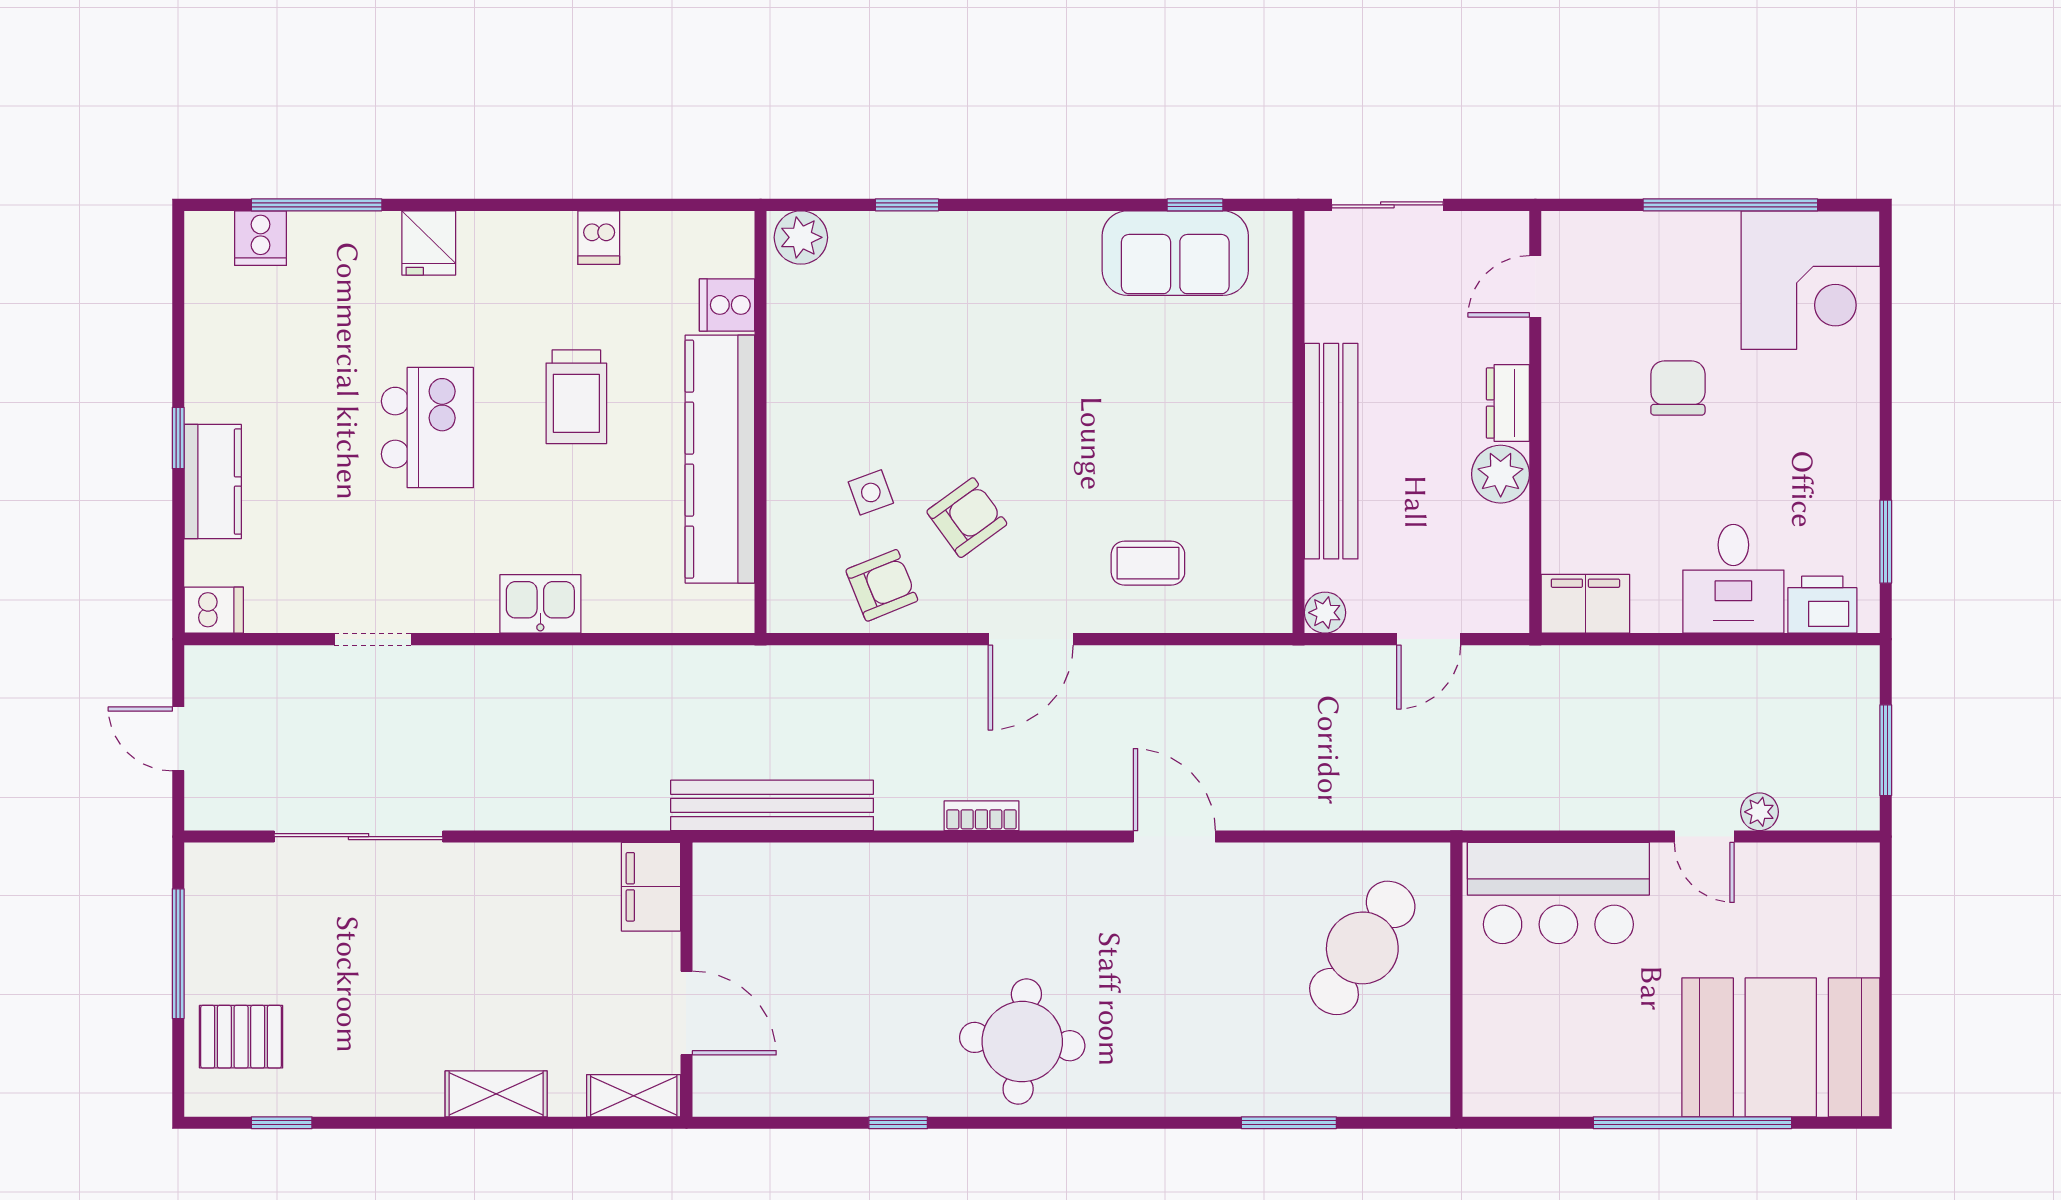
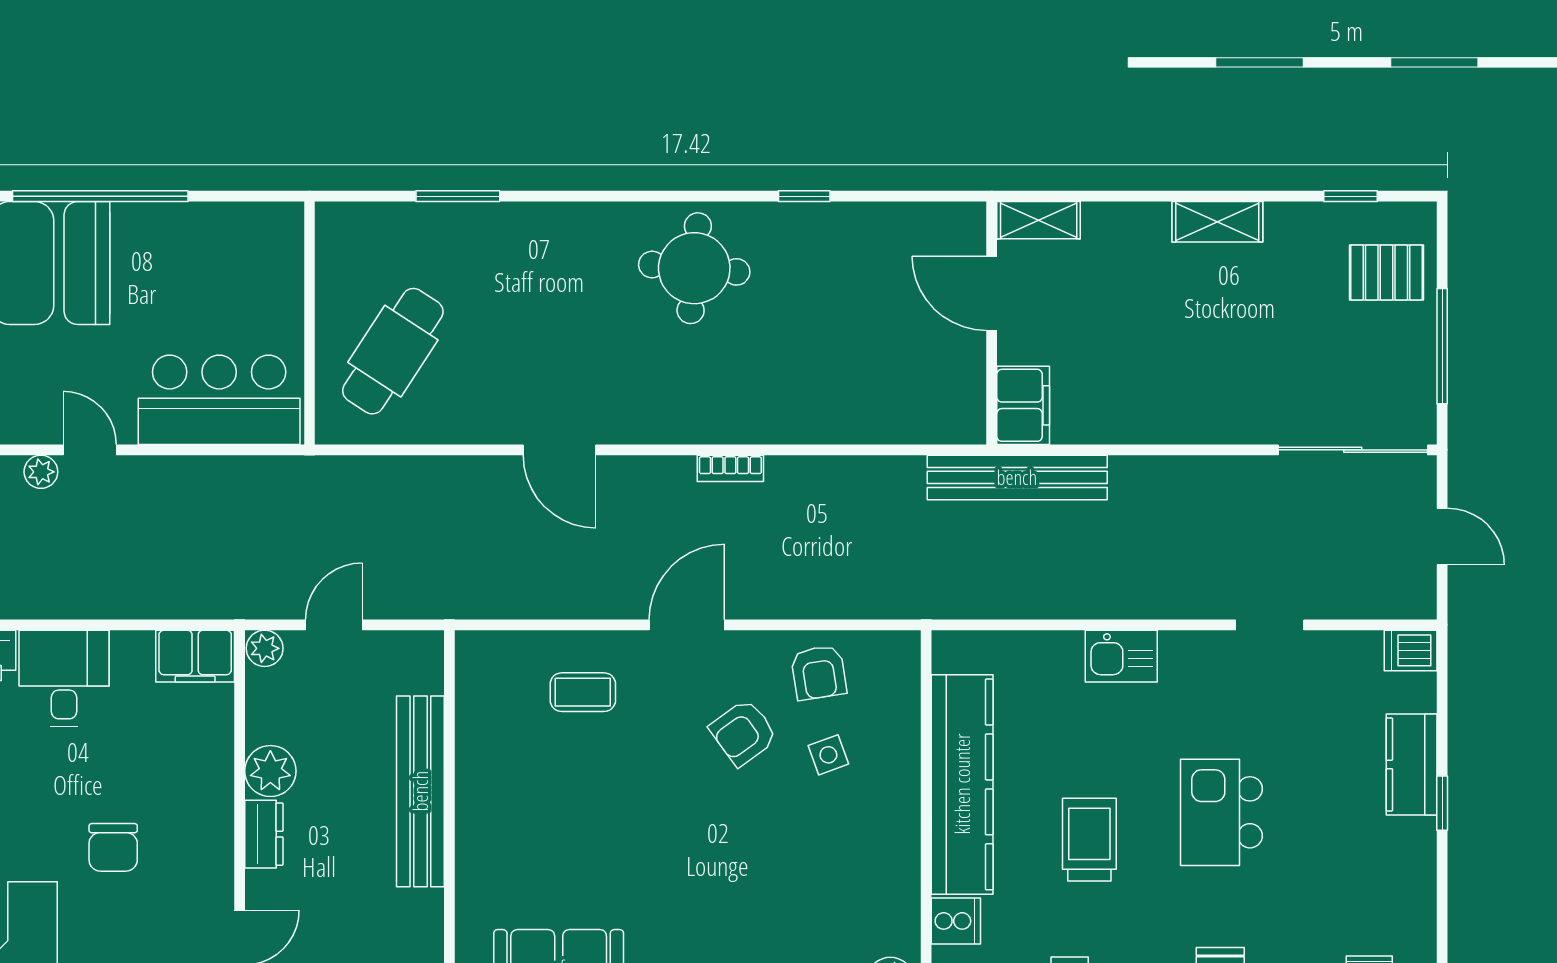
armchair: (882, 585) -> (819, 673), turned -77
plant: (1325, 613) -> (265, 648), moved
bench: (772, 805) -> (1017, 477), moved
sliding door: (359, 837) -> (1353, 450), moved
shelving: (496, 1094) -> (1217, 222), moved

